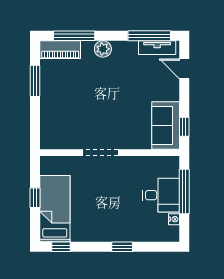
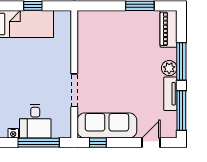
window: (74, 36) -> (181, 61), moved
tv unit: (157, 48) -> (170, 94), moved
sofa: (166, 125) -> (107, 126), width x1.36
doorway: (100, 153) -> (74, 90), moved

